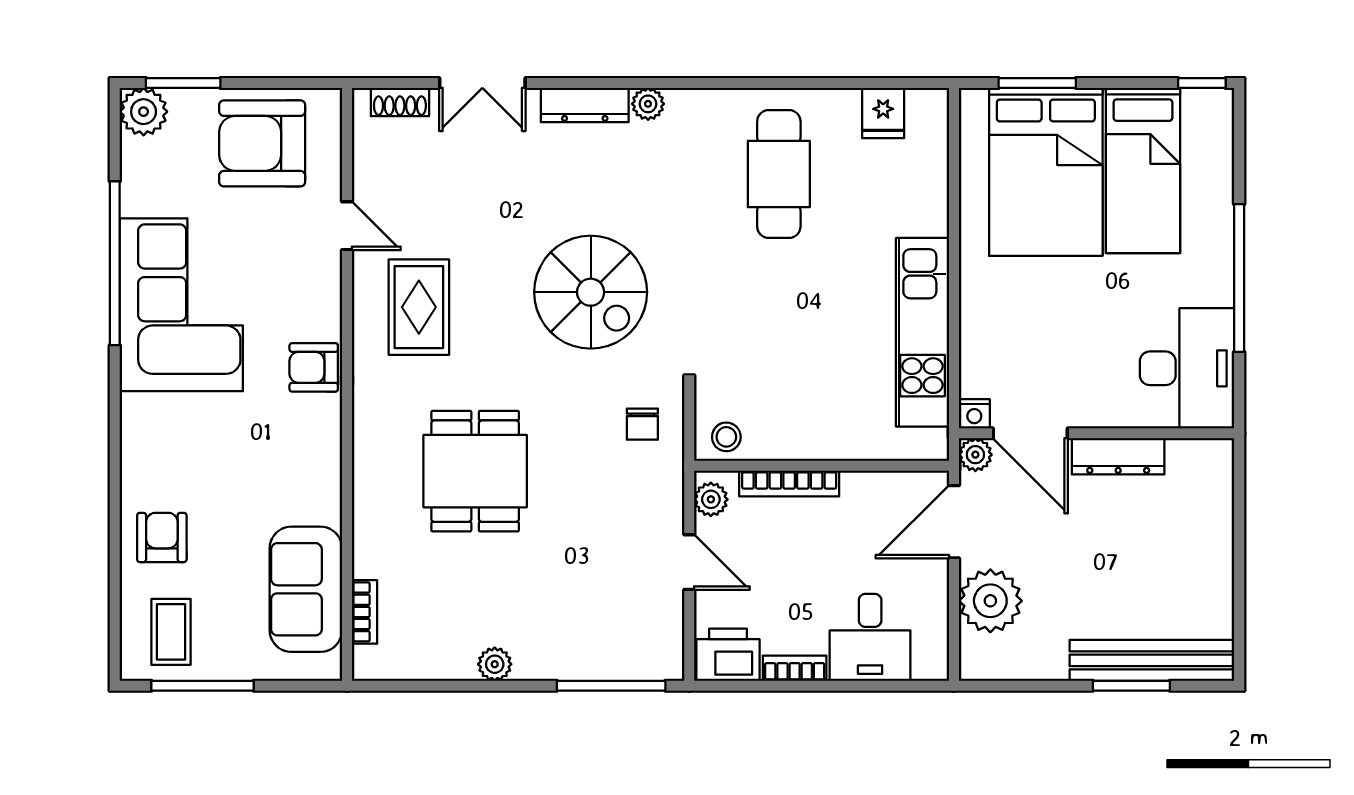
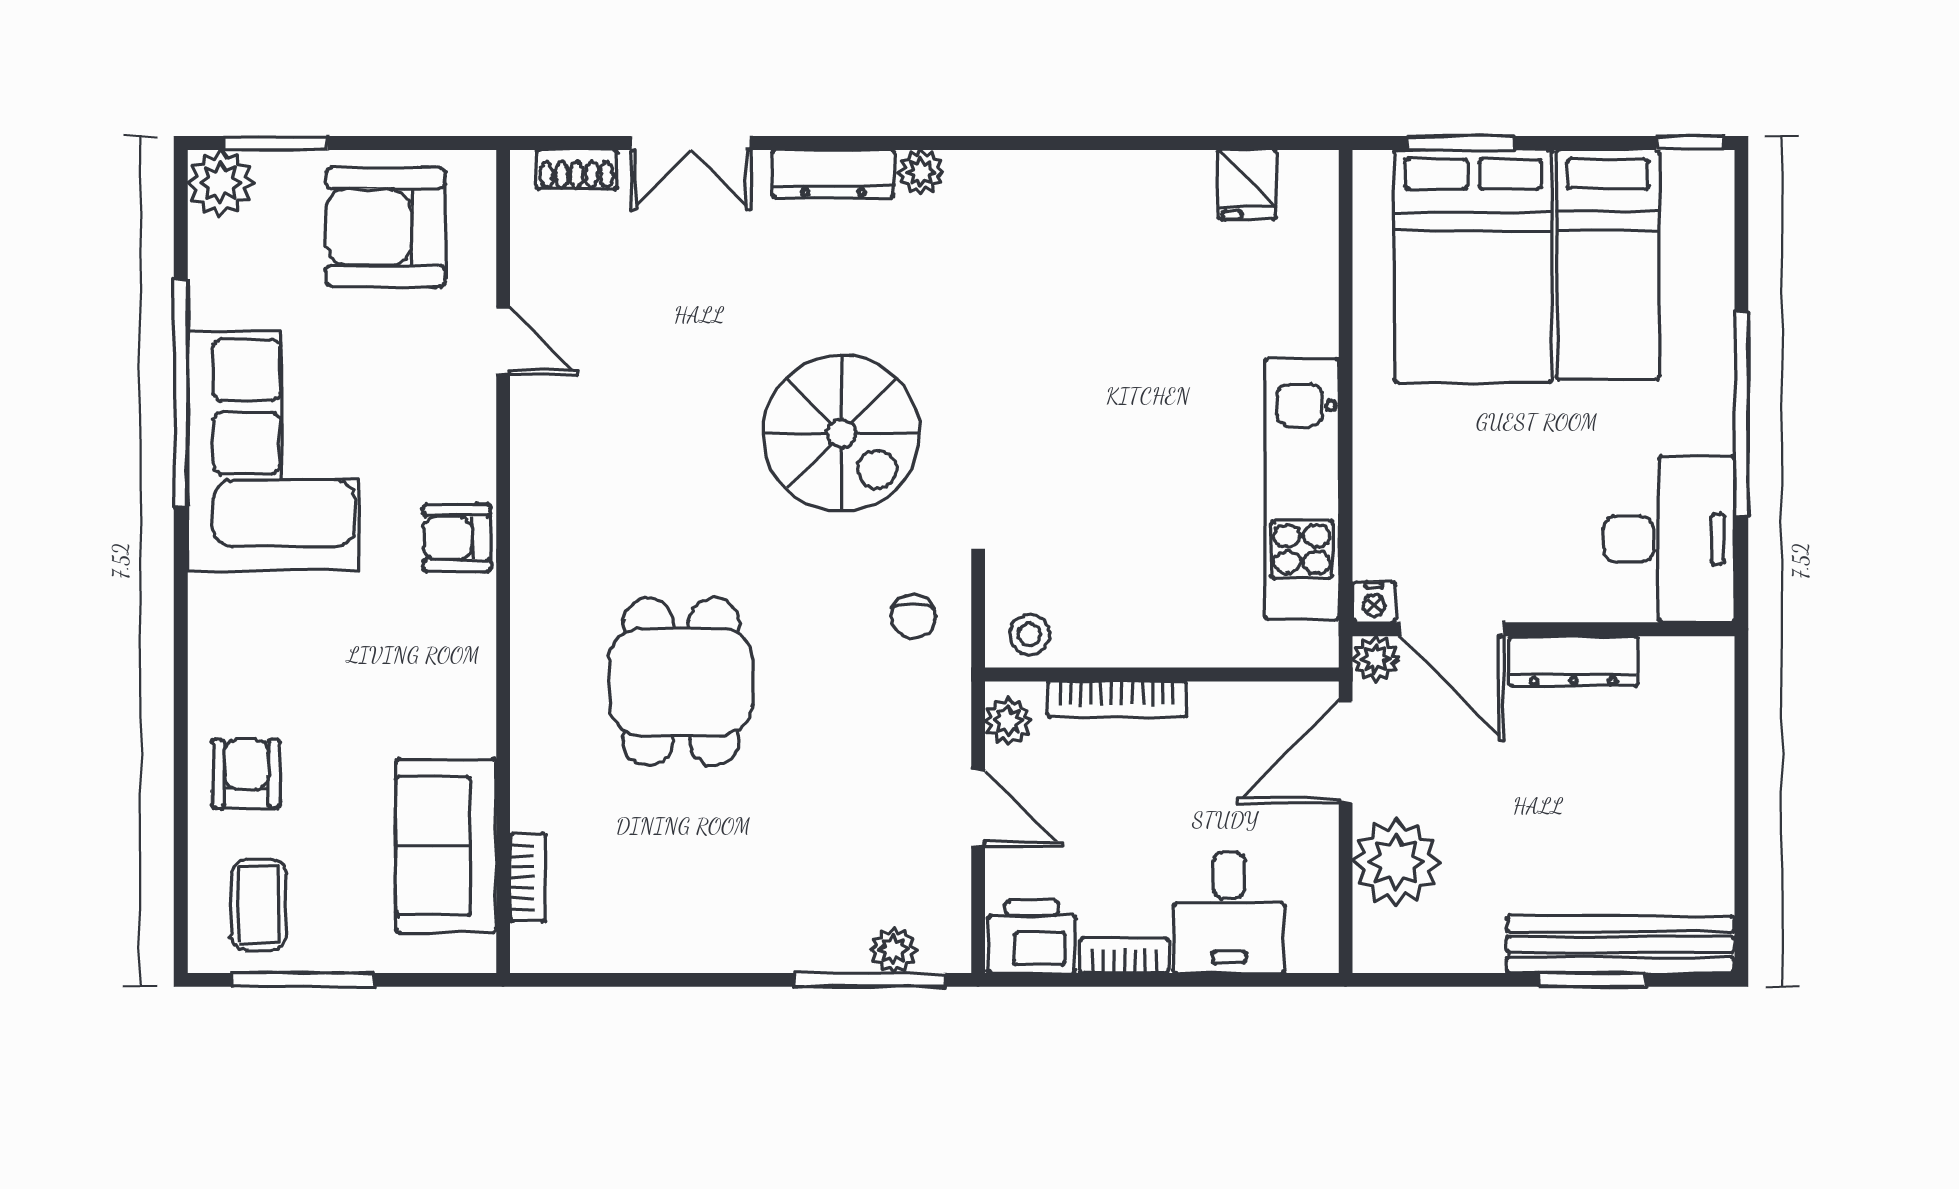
cafe table: (779, 174) -> (1103, 269), removed
rug: (419, 307) -> (603, 454), removed
plant: (495, 664) -> (893, 950), moved

